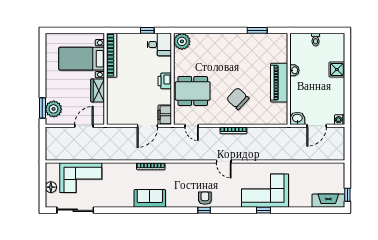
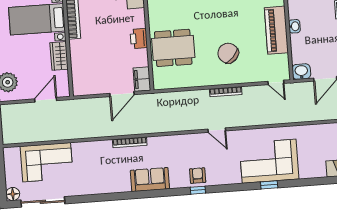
washbasin: (294, 70) -> (294, 26), moved
door: (192, 126) -> (276, 82), moved
floor lamp: (51, 187) -> (13, 194), moved
sofa: (150, 198) -> (150, 180), moved

